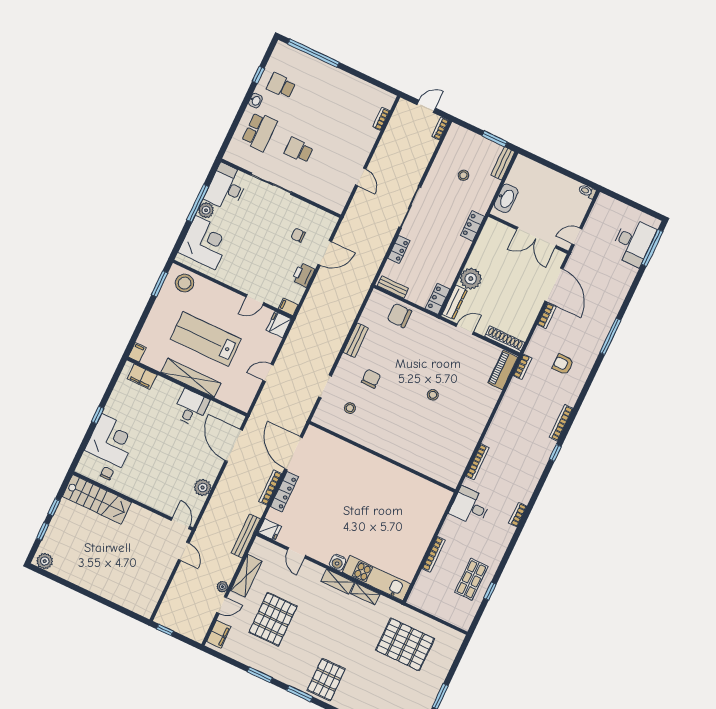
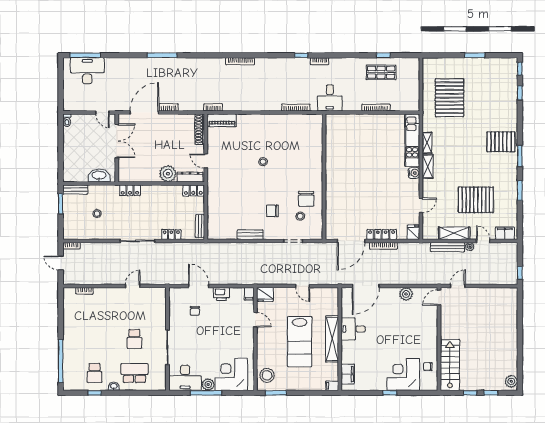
chair: (399, 315) -> (306, 199), moved
armchair: (563, 364) -> (198, 80), removed
window: (555, 453) -> (301, 55), moved
bench: (246, 536) -> (448, 247), moved

